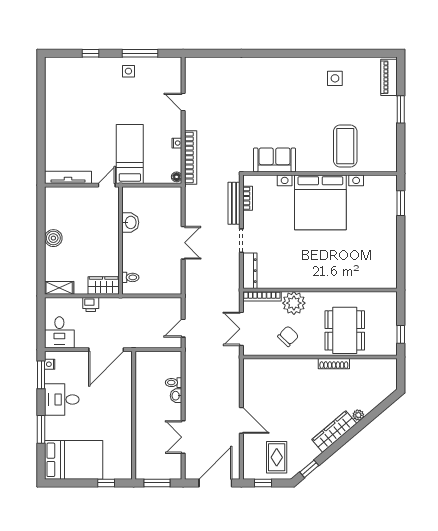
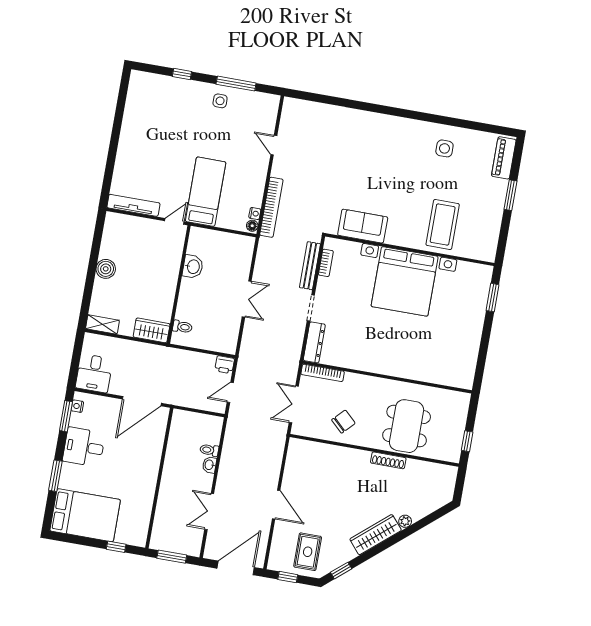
nightstand: (177, 143) -> (255, 213), moved
plant: (294, 303) -> (356, 386), removed
printer: (91, 304) -> (225, 365), moved

